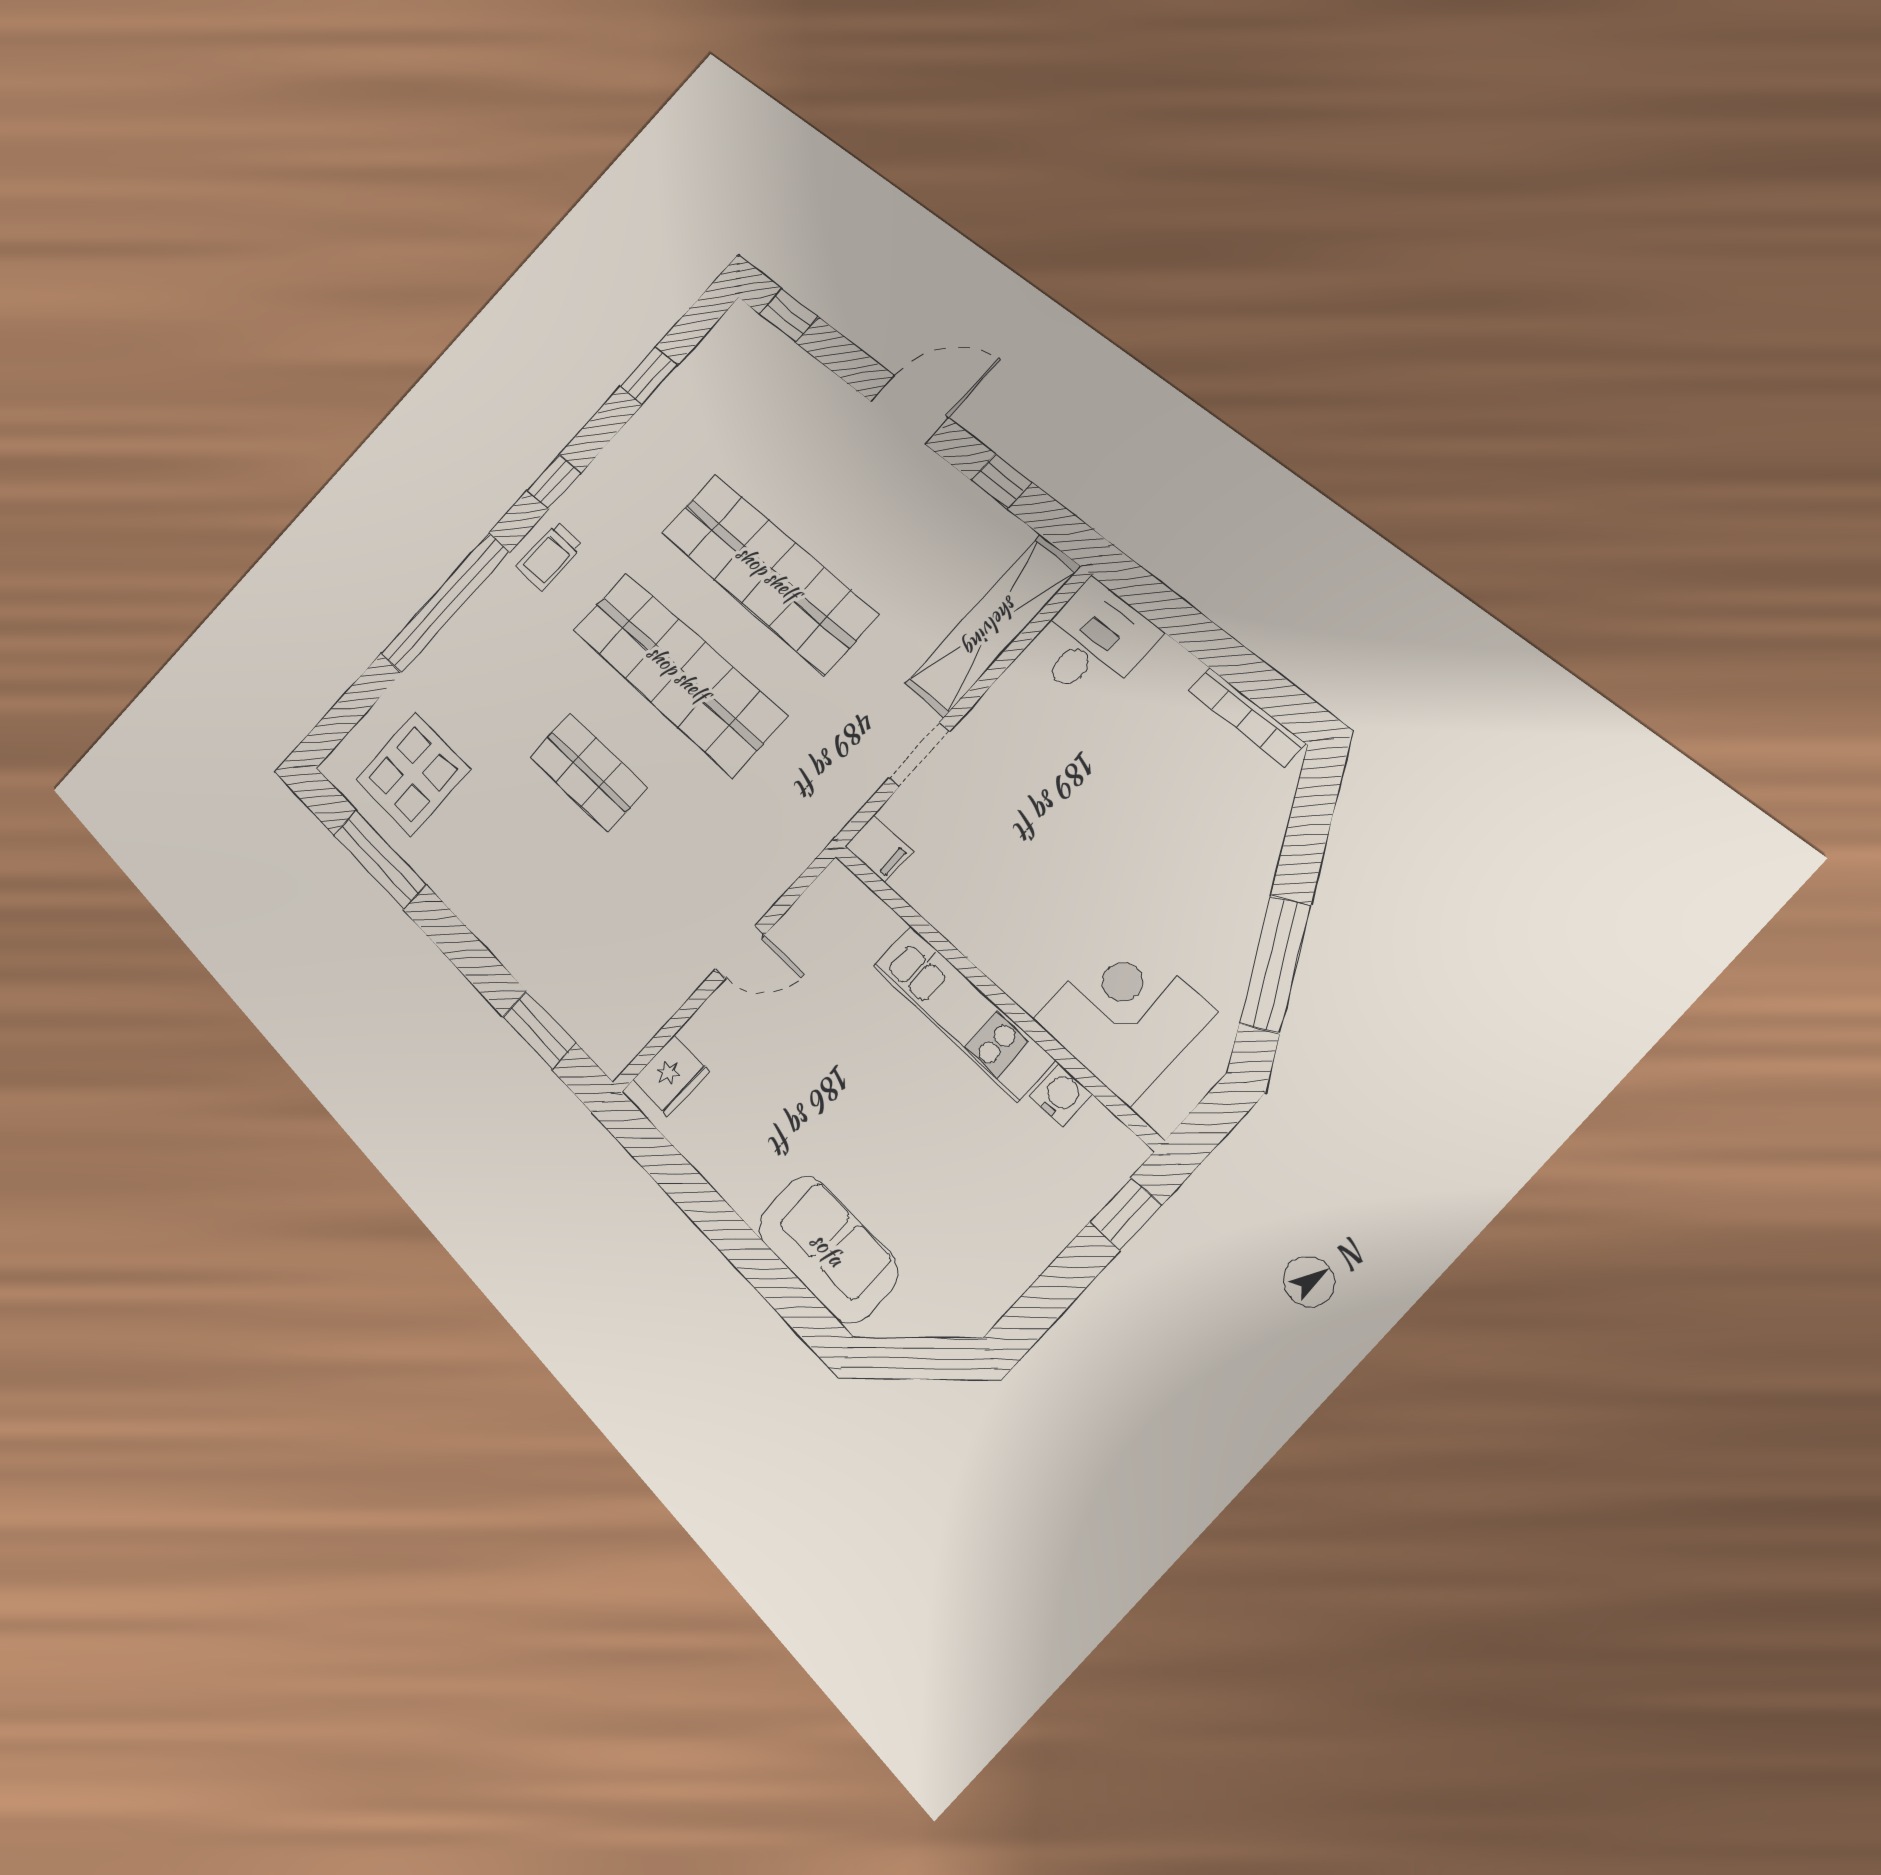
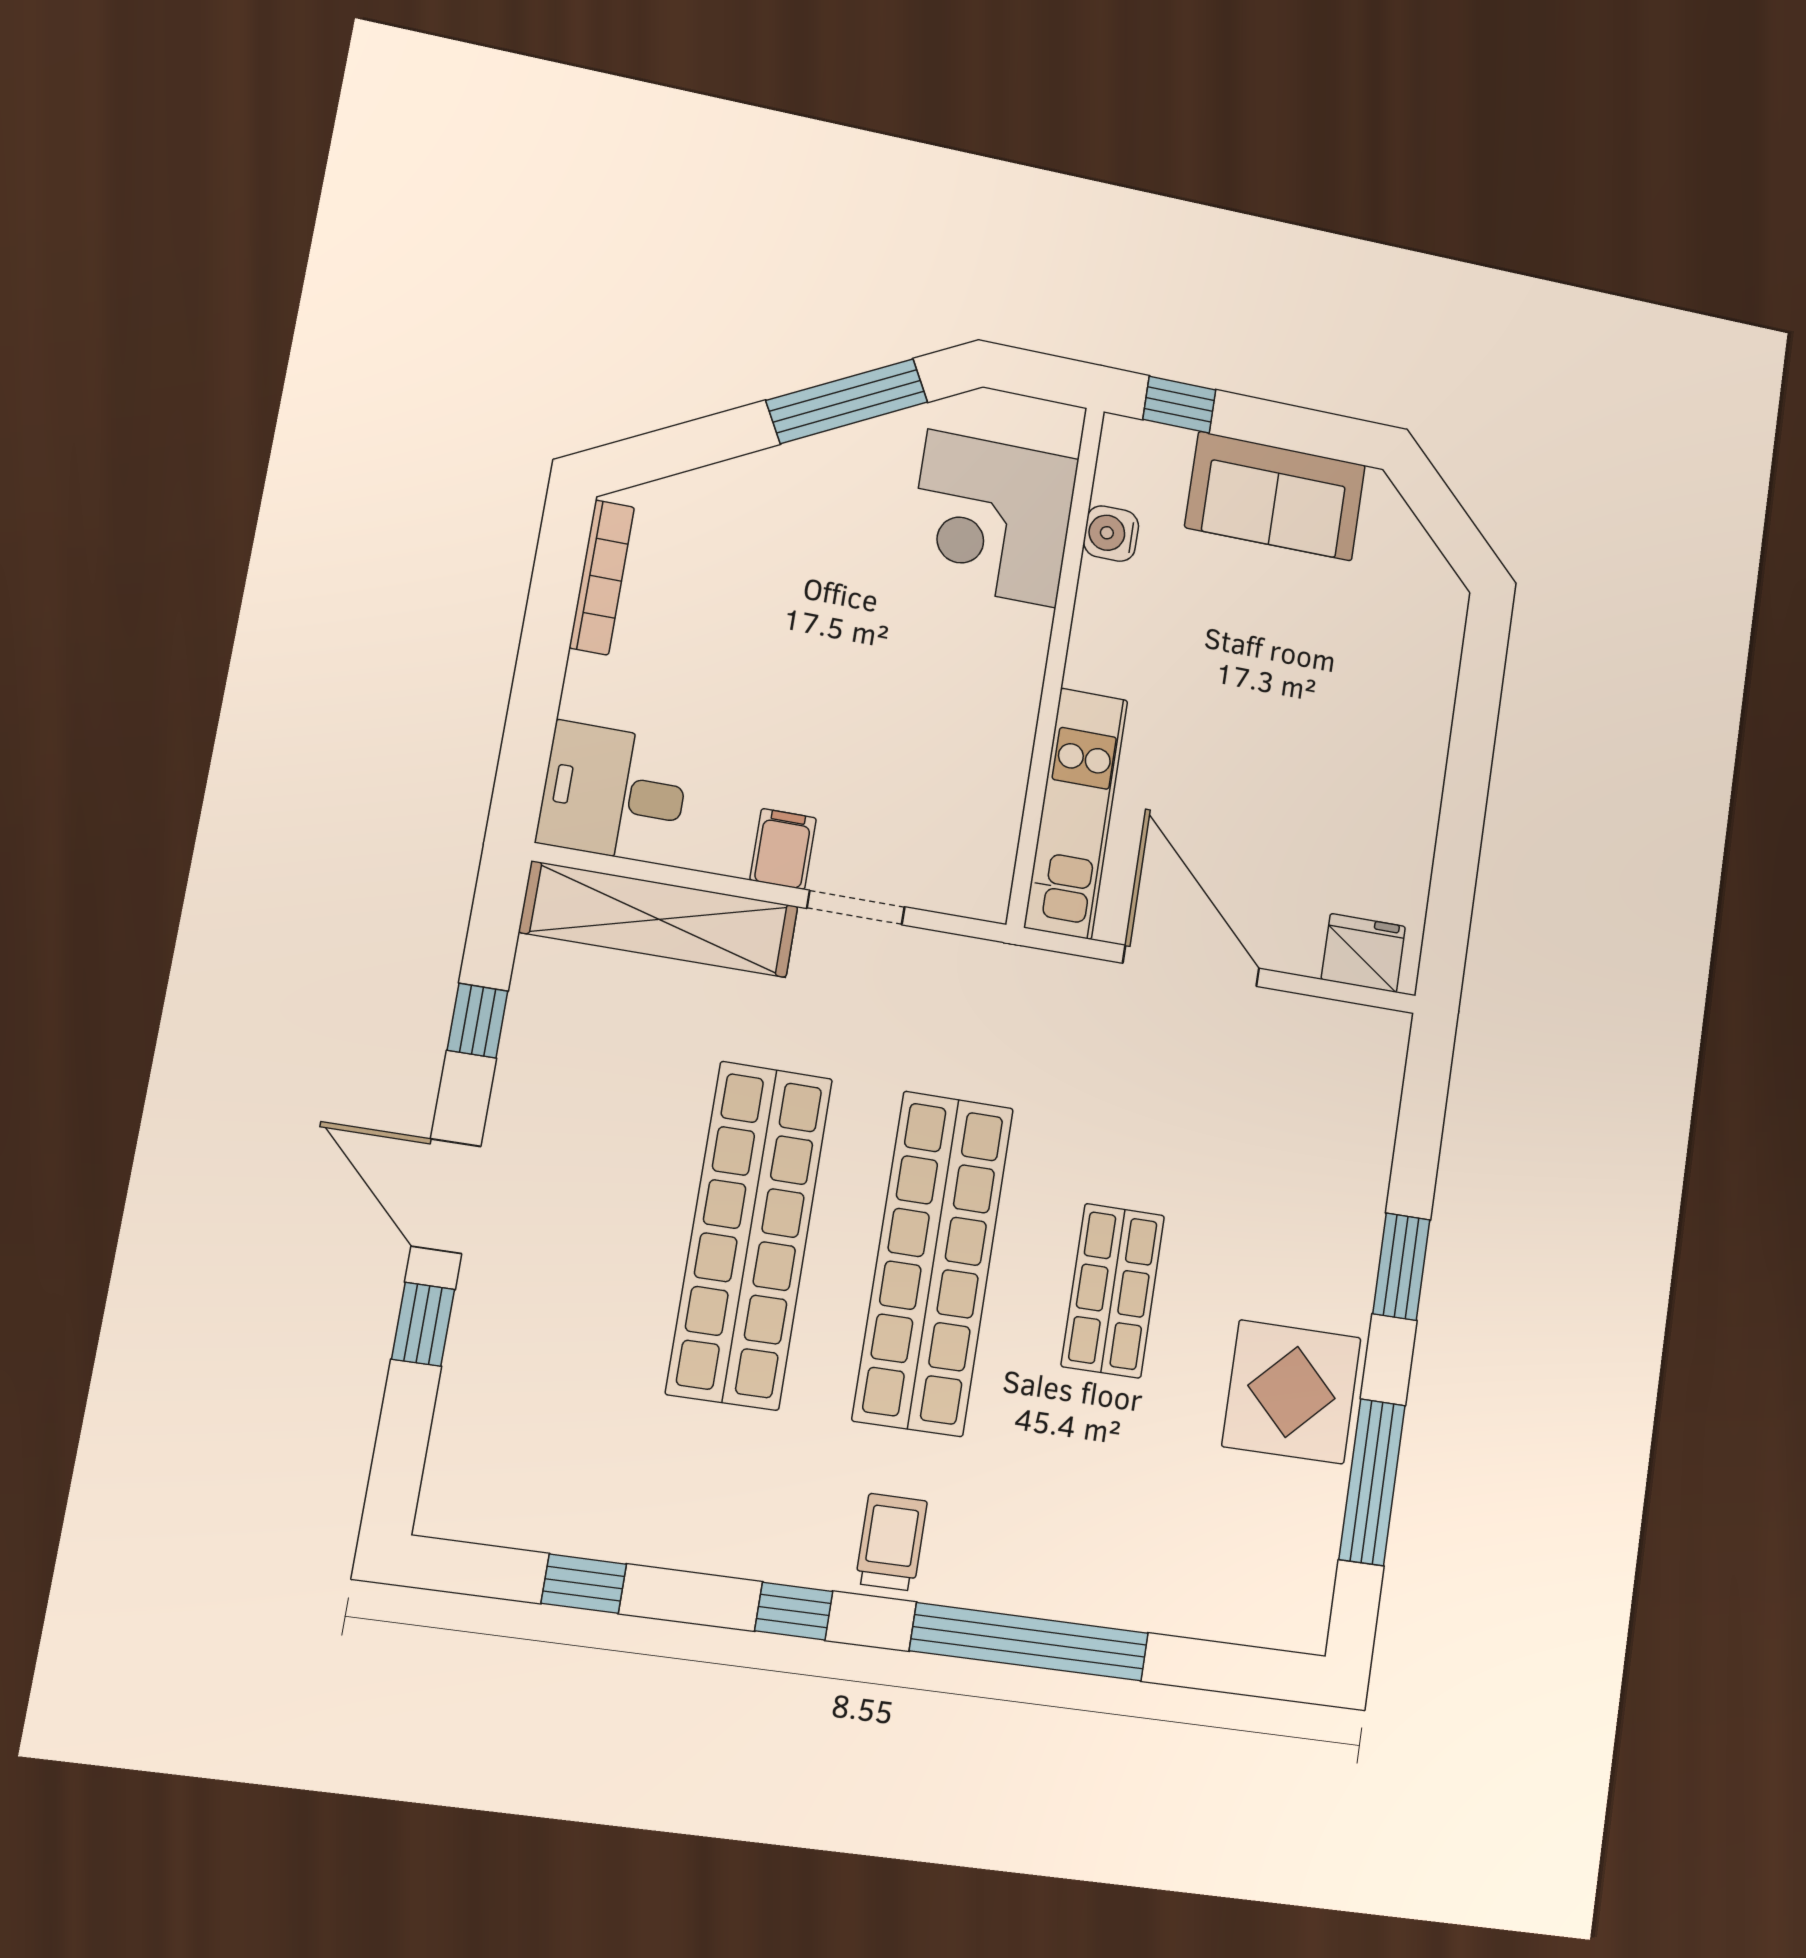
window: (789, 315) -> (423, 1324), moved
trolley: (550, 557) -> (891, 1542), turned -90
display table: (413, 774) -> (1291, 1392), moved
filing cabinet: (879, 849) -> (783, 849), moved
door: (740, 952) -> (1191, 966), width x1.87
kitchen unit: (963, 1013) -> (1076, 813), moved
window: (539, 1030) -> (1401, 1267), moved
sofa: (828, 1249) -> (1275, 496), moved, turned -90

